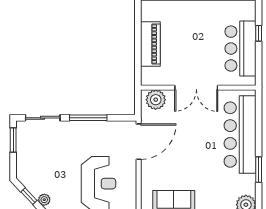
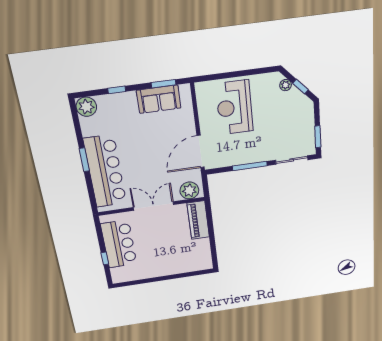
piano: (150, 44) -> (198, 220), moved
window: (259, 170) -> (84, 160), moved

